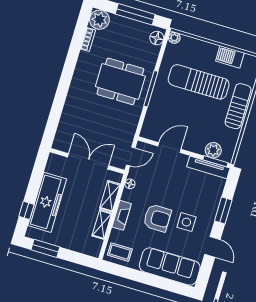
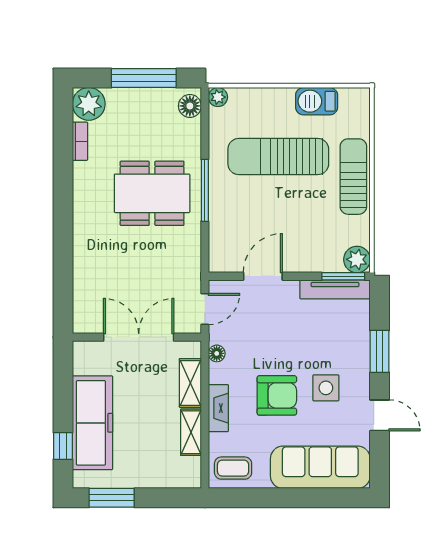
plant: (213, 150) -> (357, 259), moved

